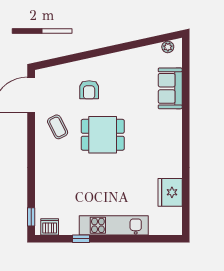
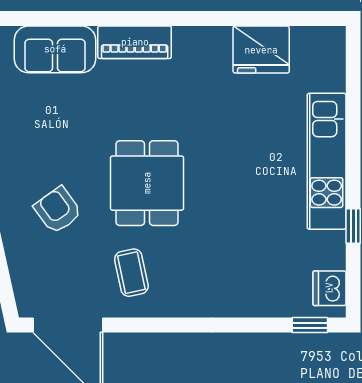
armchair: (89, 90) -> (58, 210), turned -126
coffee table: (58, 127) -> (131, 273), turned -75
piano: (174, 129) -> (135, 42), added

